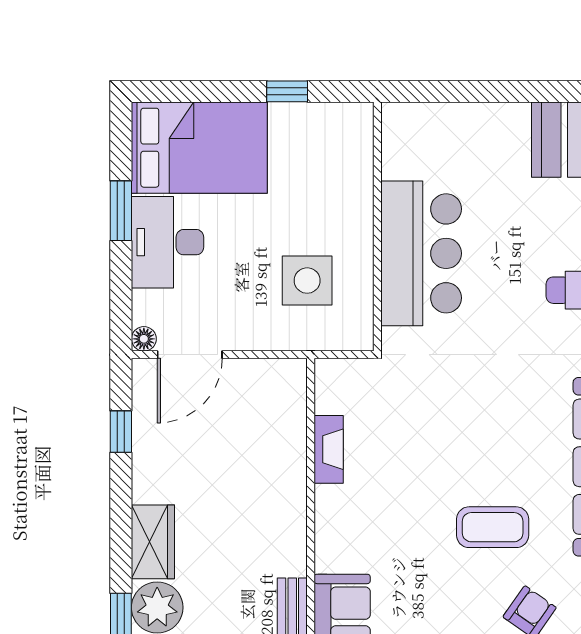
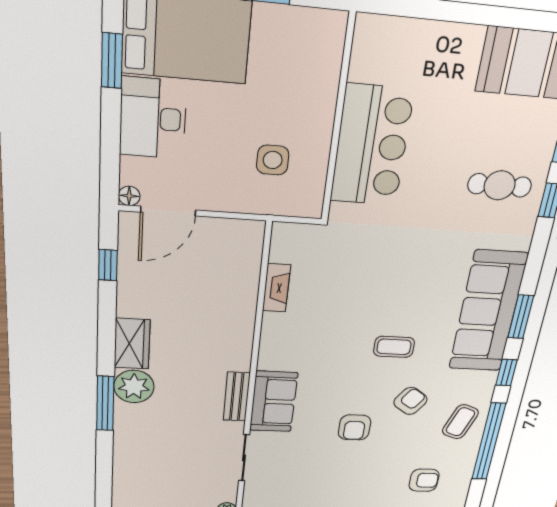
window: (121, 211) -> (112, 61), moved
side table: (307, 281) -> (273, 160), width x0.73, depth x0.73
coffee table: (493, 527) -> (394, 347), width x0.73, depth x0.77

